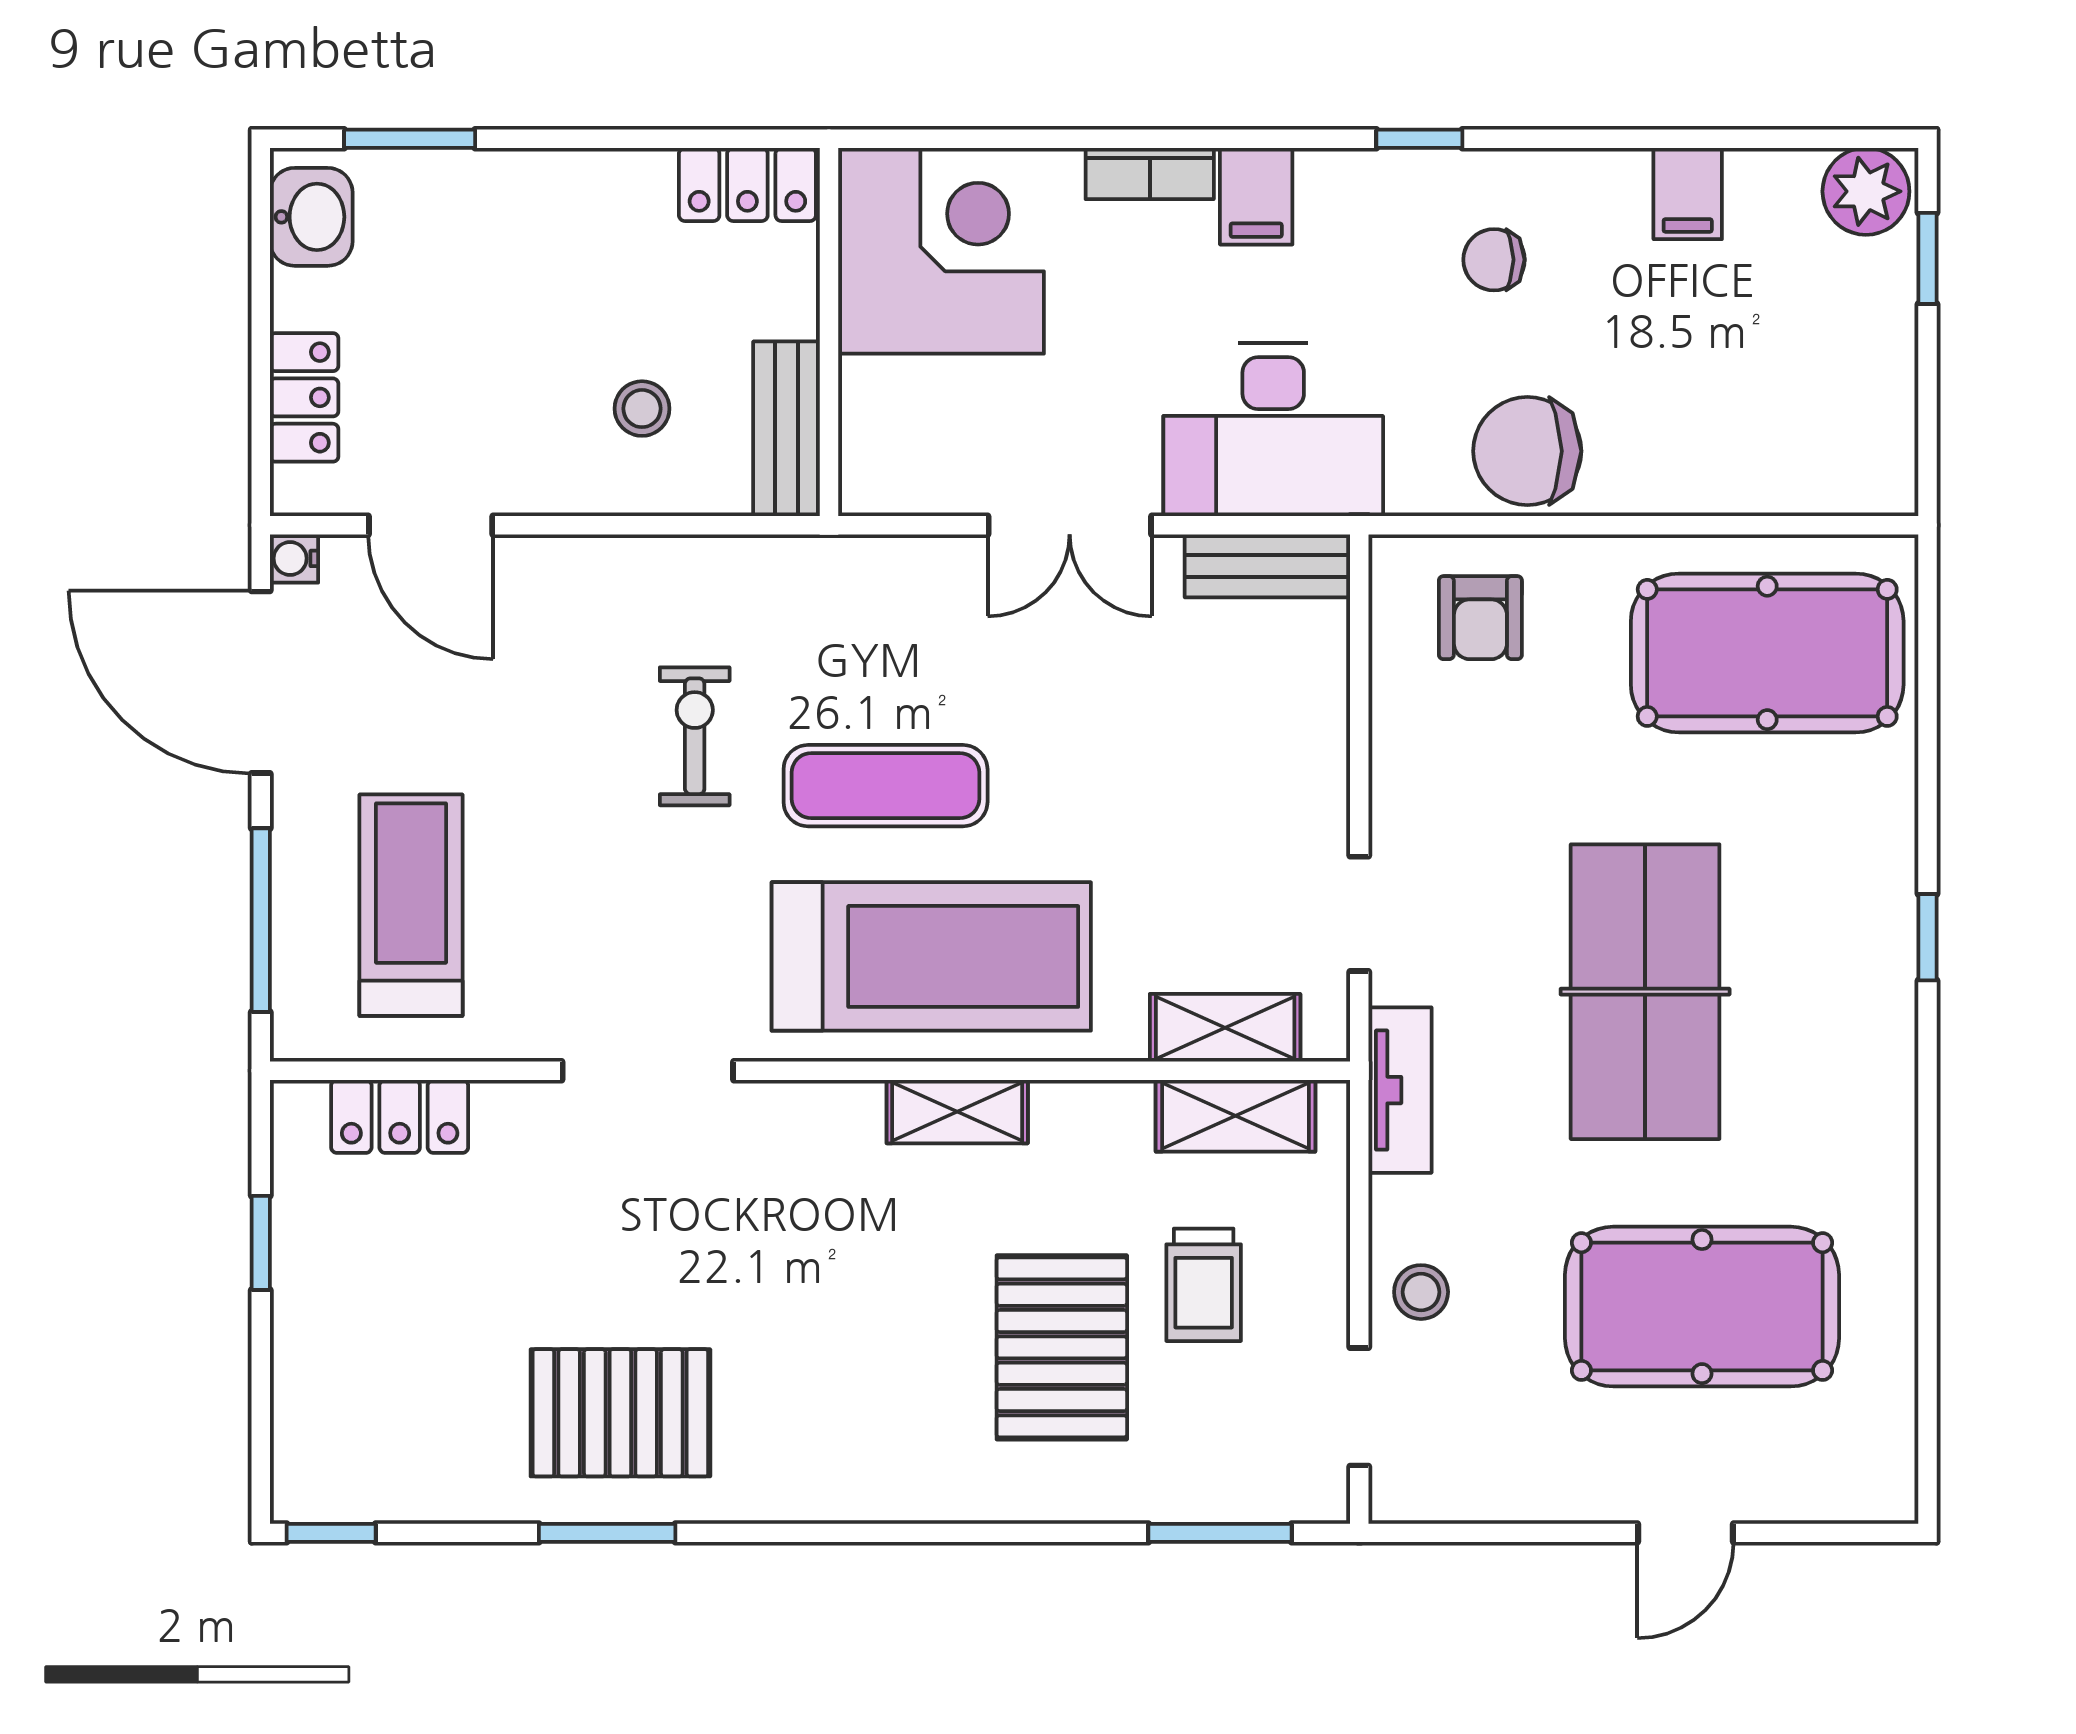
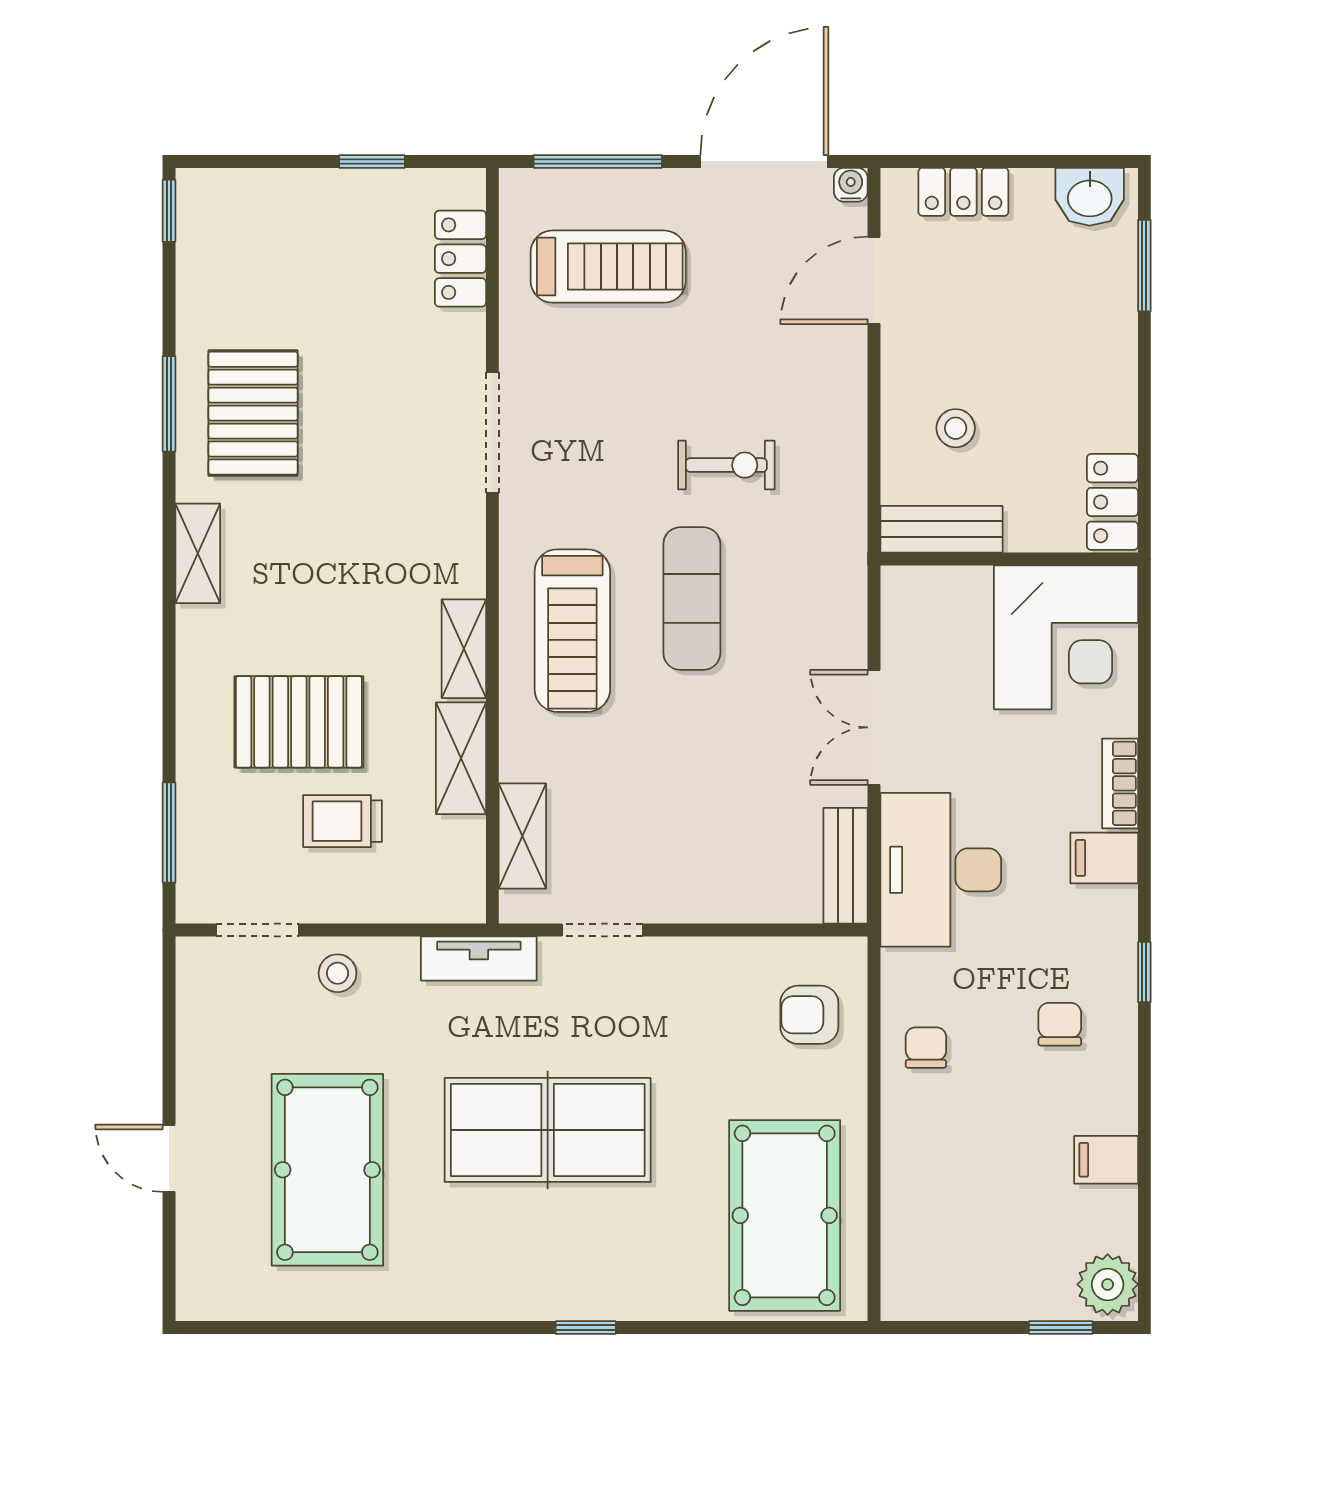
chair: (1527, 451) -> (926, 1048), width x0.54, depth x0.54
treadmill: (931, 956) -> (572, 631), width x0.73, depth x0.73
shelving: (1236, 1116) -> (461, 758), moved
shelving: (821, 1492) -> (198, 553), added

